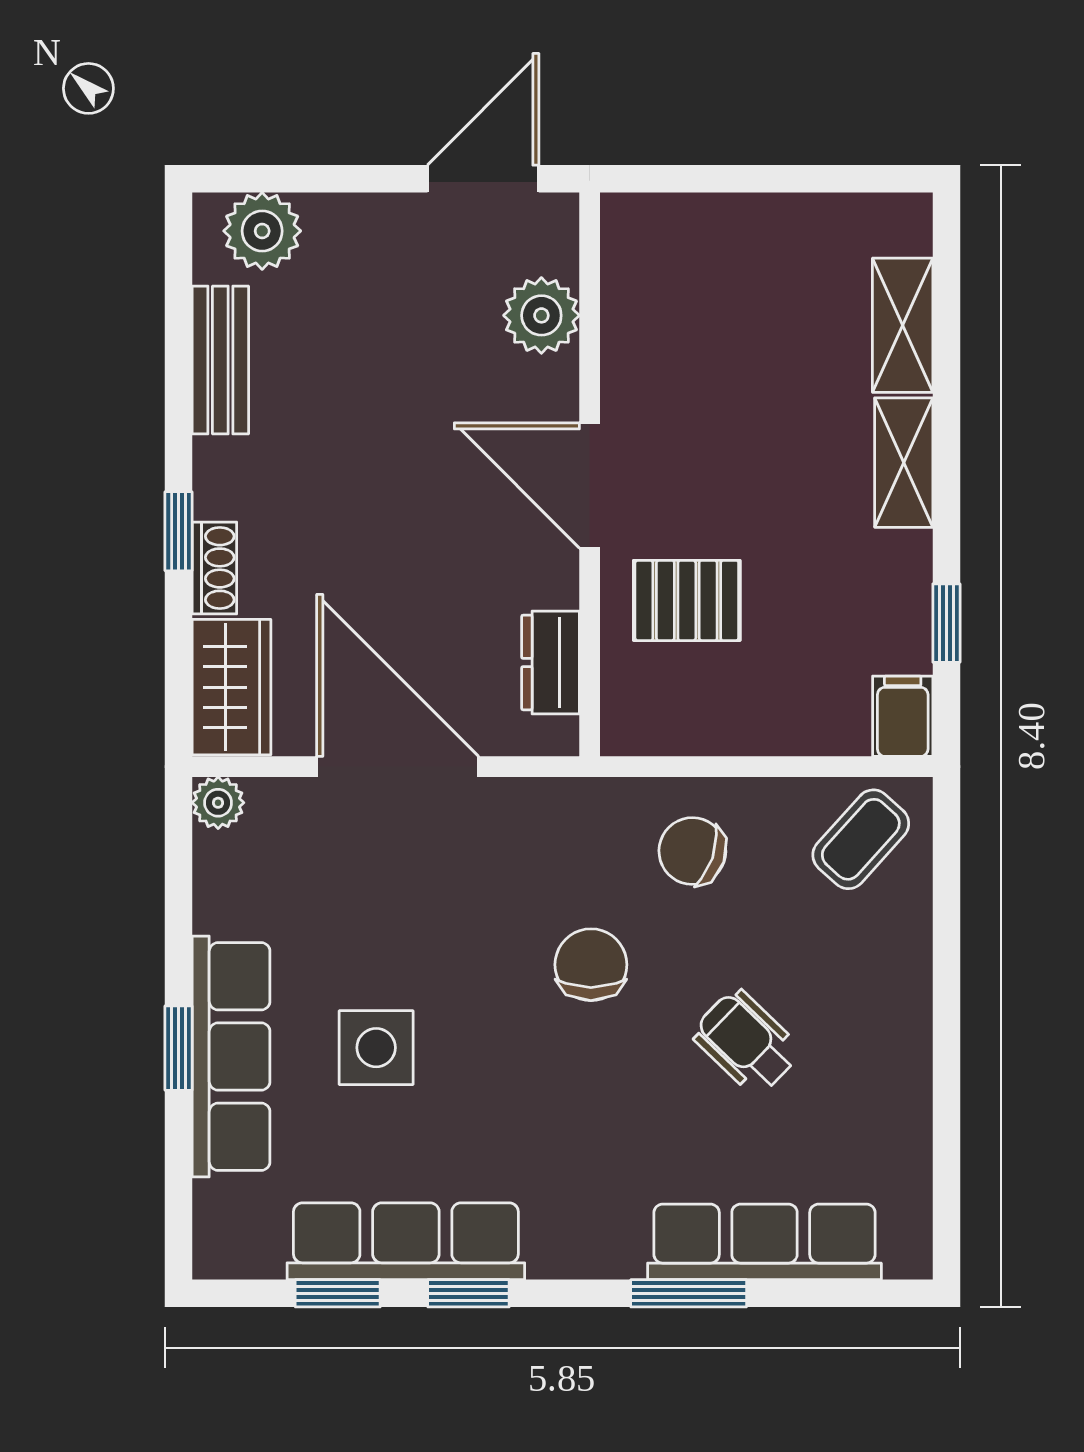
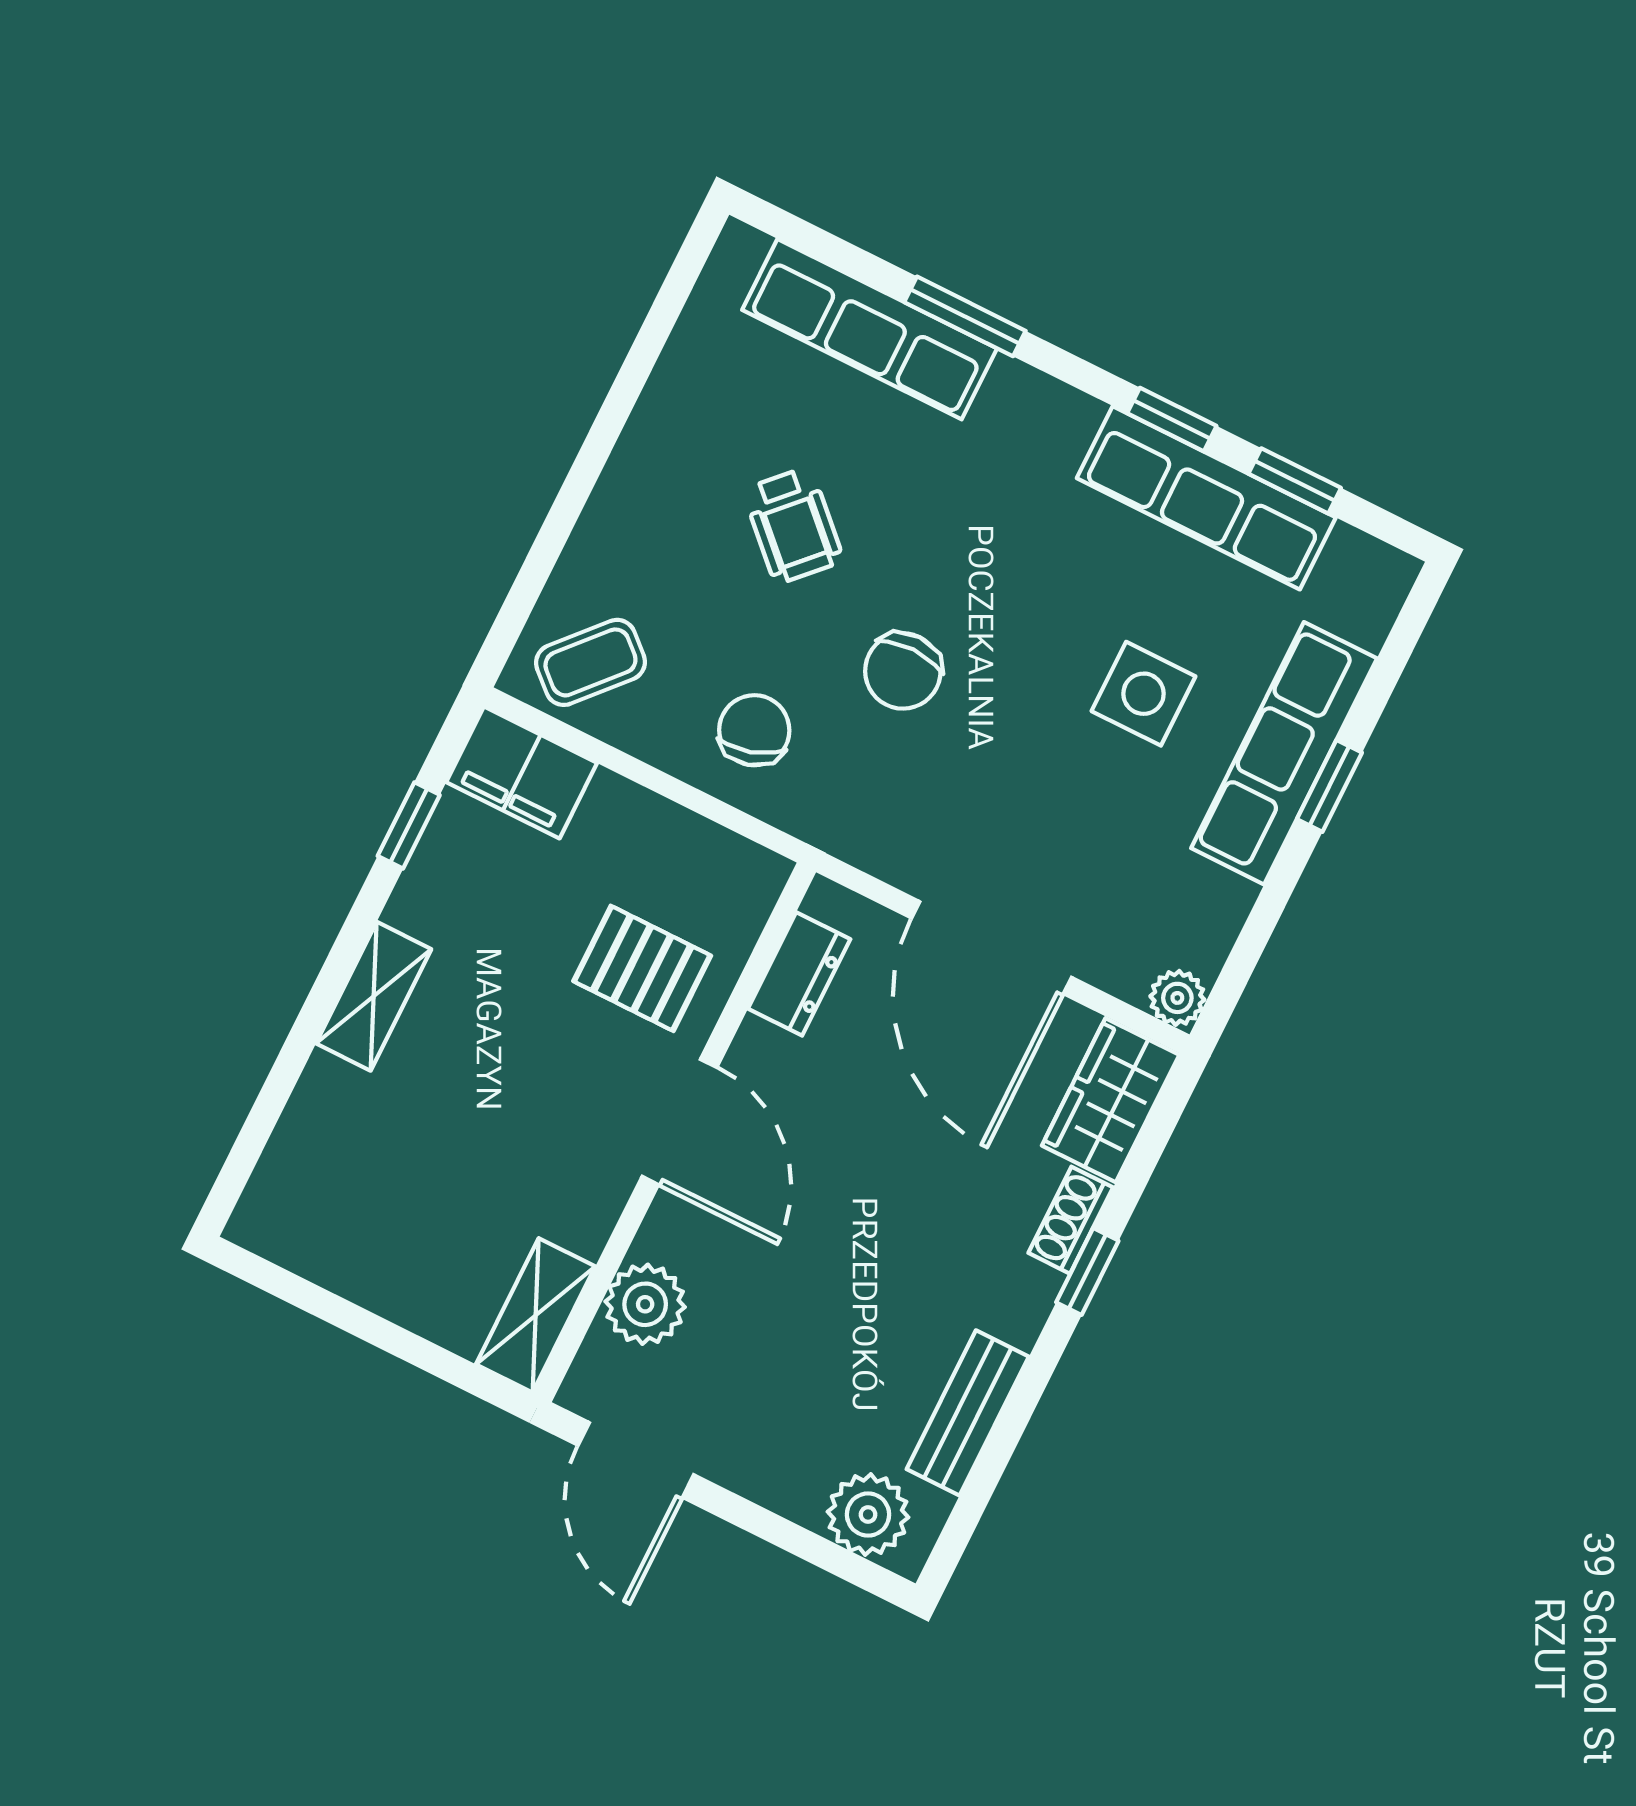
door: (483, 179) -> (636, 1460), hinge flipped
shelving: (903, 325) -> (536, 1315), moved
filing cabinet: (903, 716) -> (522, 773), width x2.00
chair: (692, 851) -> (754, 730), turned -126

